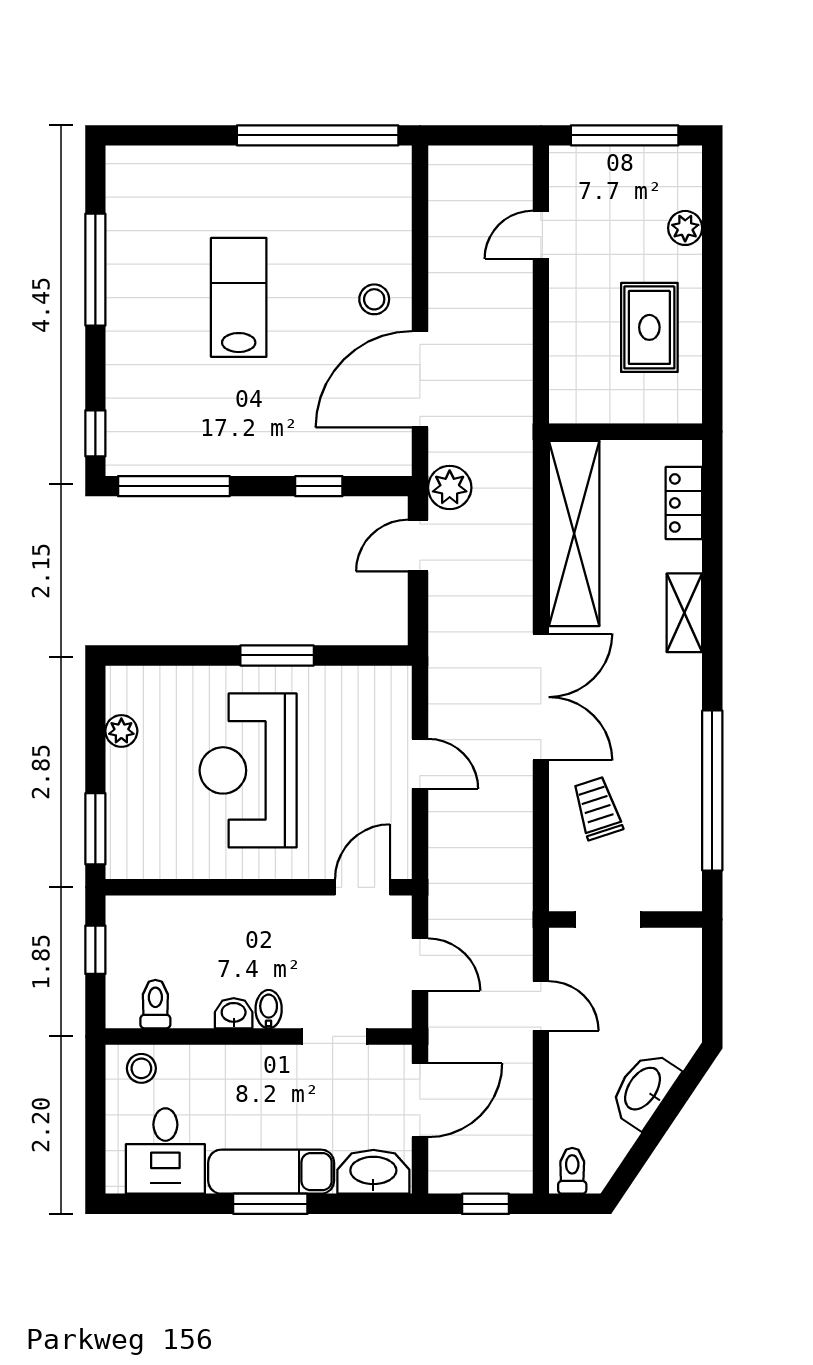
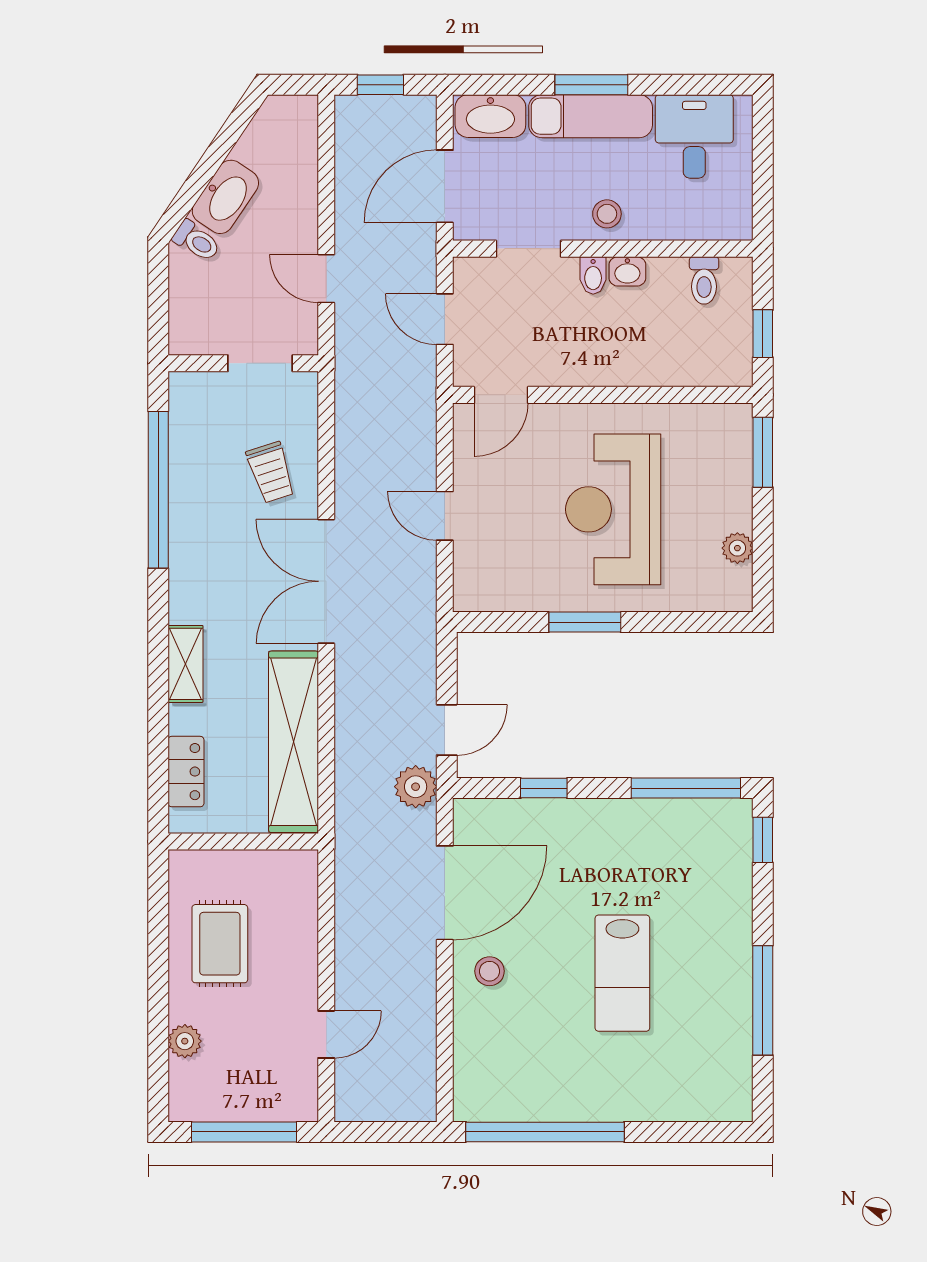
reception desk: (248, 770) -> (613, 509), turned 180
stool: (141, 1068) -> (607, 214), moved
toilet: (572, 1171) -> (197, 241), moved, turned -56

